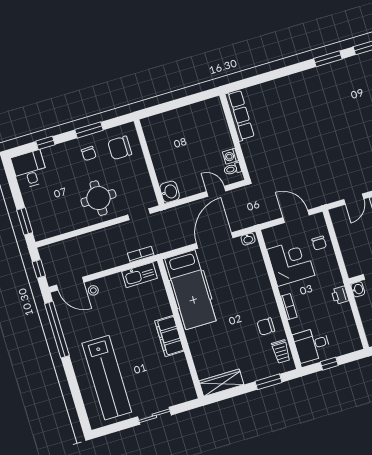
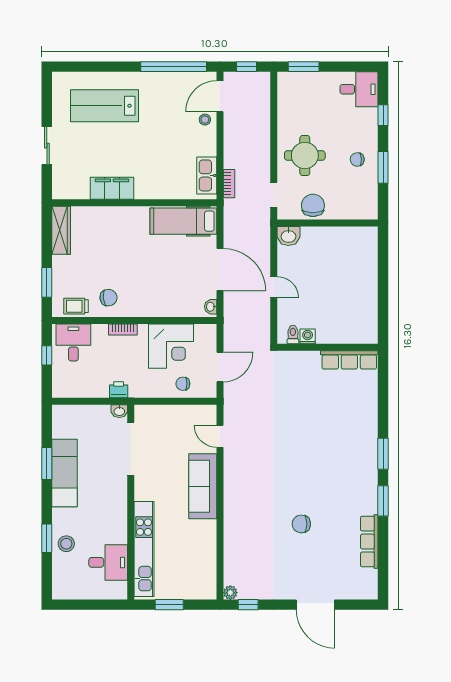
row of seats: (240, 116) -> (349, 360), moved
wall: (235, 137) -> (328, 347), moved
chair: (120, 148) -> (313, 205), moved
washing machine: (231, 156) -> (308, 336), moved
toilet: (233, 169) -> (293, 335), moved
door: (216, 191) -> (274, 287), hinge flipped
hospital bed: (190, 290) -> (183, 221), width x0.73, depth x0.78
chair: (266, 327) -> (108, 298), turned 85
filing cabinet: (169, 336) -> (112, 188), moved
lab bench: (107, 378) -> (104, 106), width x0.73

